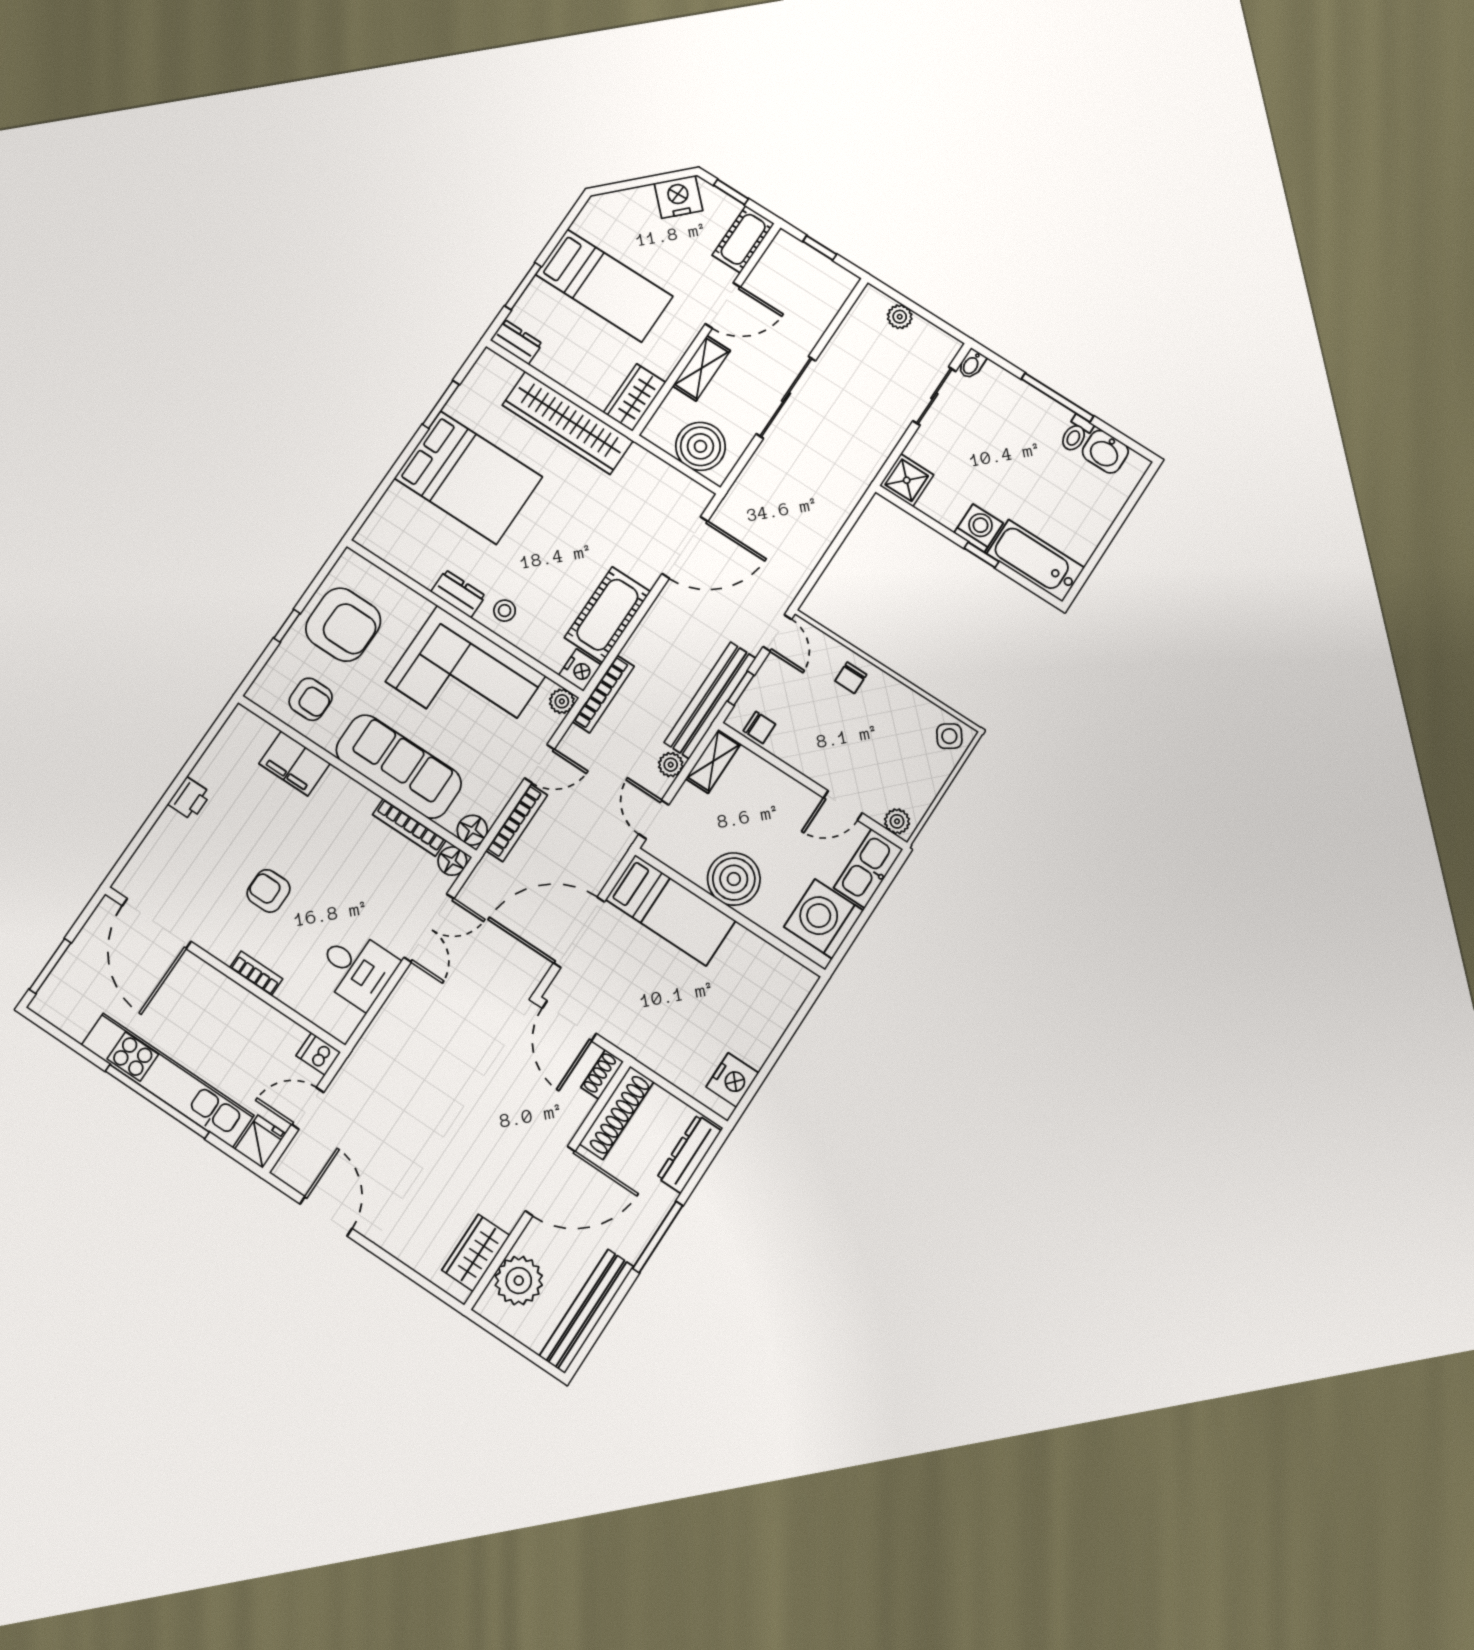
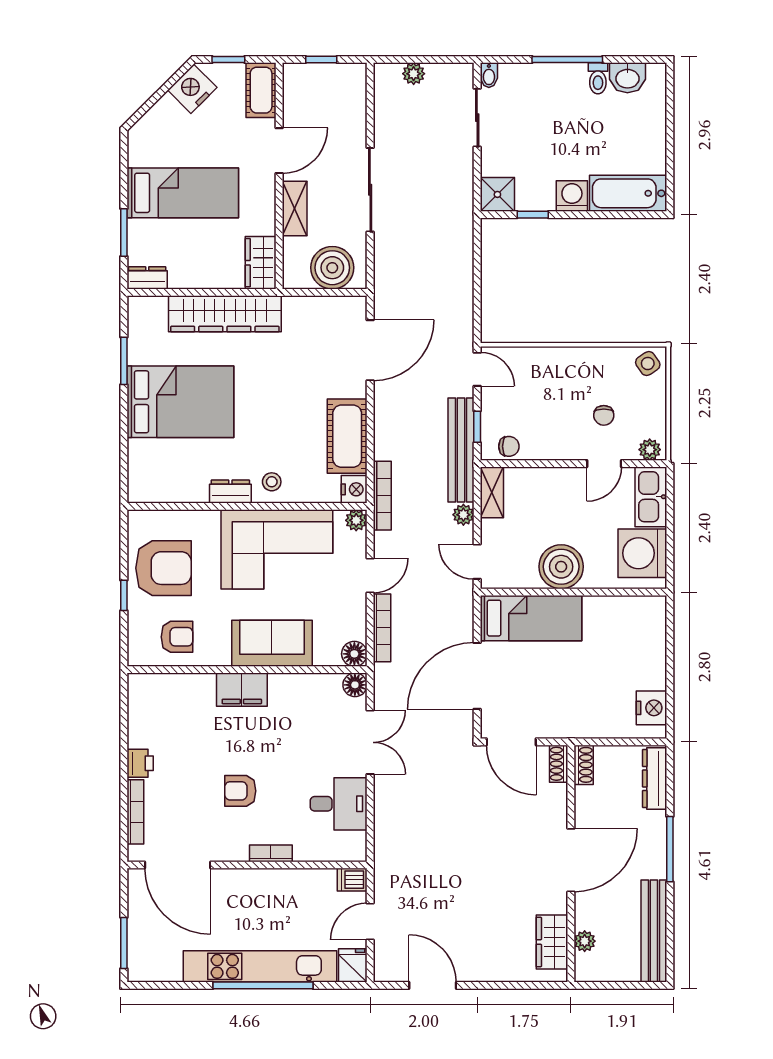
window: (981, 555) -> (533, 215), moved
chair: (851, 678) -> (604, 415), moved
filing cabinet: (295, 763) -> (242, 690), moved
sofa: (399, 767) -> (272, 643), width x0.73
bookcase: (409, 827) -> (135, 812), moved, turned -90
shoe rack: (617, 1113) -> (584, 765), width x0.51, depth x0.81
plant: (519, 1281) -> (585, 941), width x0.53, depth x0.53

